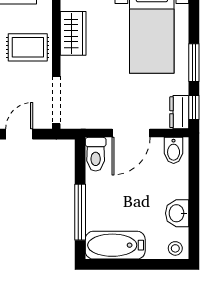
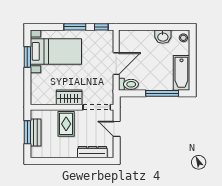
wardrobe: (73, 33) -> (69, 97), moved
dresser: (179, 112) -> (104, 35), removed
door: (131, 133) -> (116, 64), hinge flipped
bidet: (174, 150) -> (126, 39), removed

